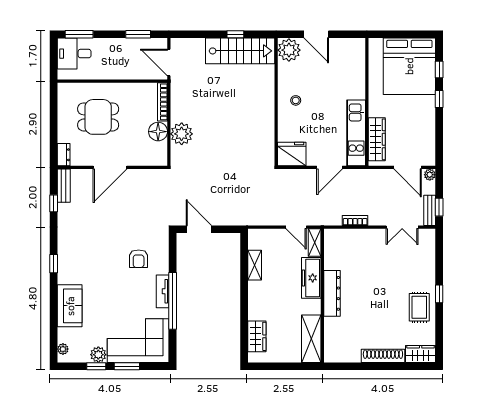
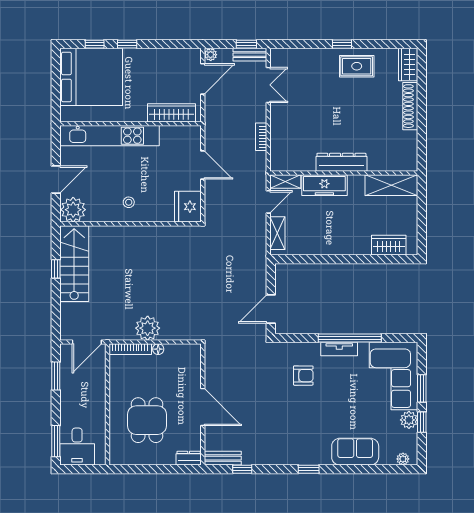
floor lamp: (158, 132) -> (158, 349), width x0.53, depth x0.53
kitchen unit: (356, 133) -> (110, 136), moved, width x1.36
plant: (182, 134) -> (148, 328), moved
shelving: (255, 265) -> (277, 233), moved, turned 90

